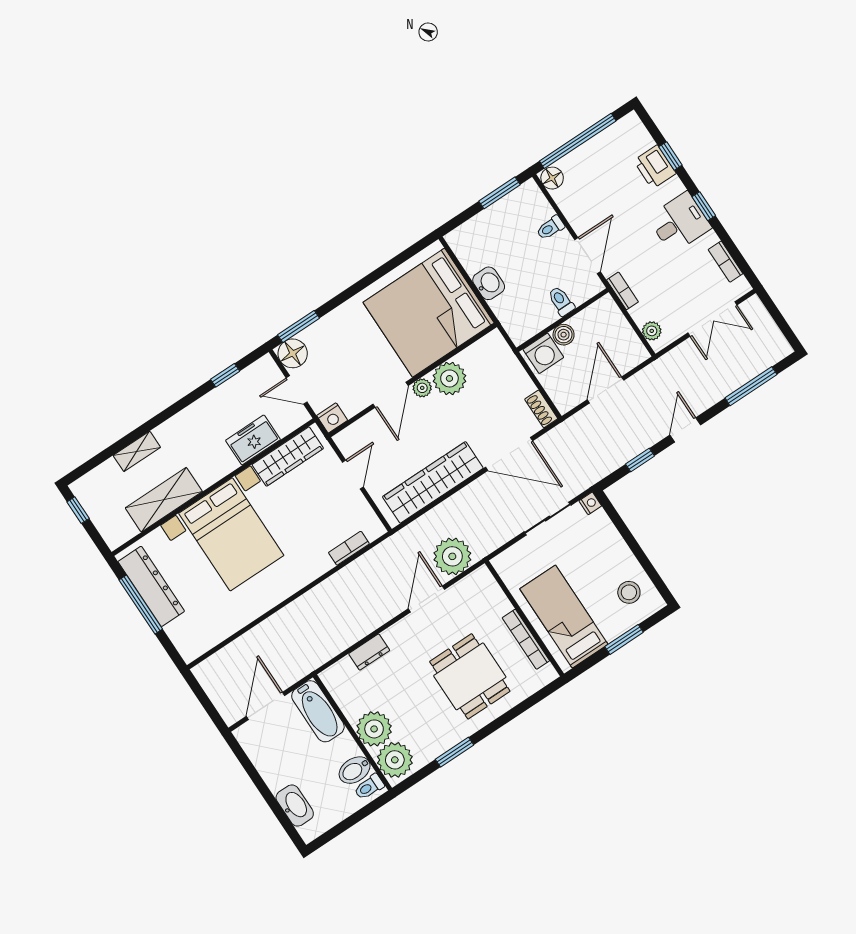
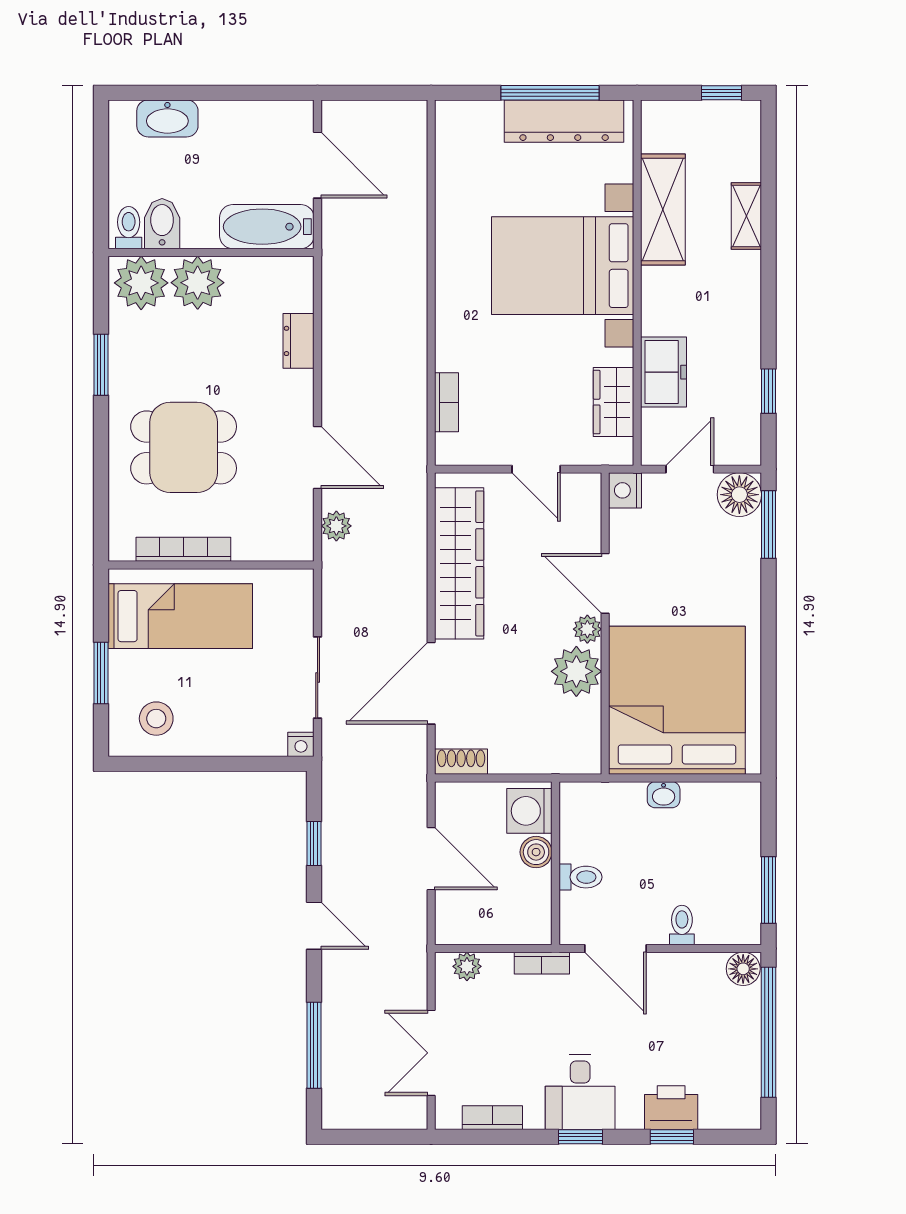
washbasin: (489, 283) -> (664, 795), width x0.72, depth x0.69
wardrobe: (288, 457) -> (613, 402), width x0.67
plant: (452, 556) -> (336, 526), width x0.53, depth x0.53

